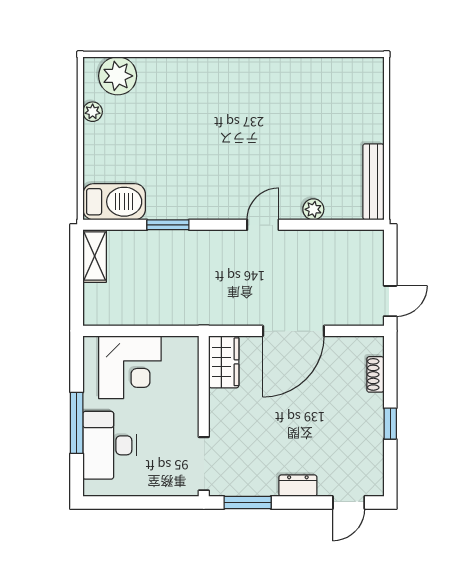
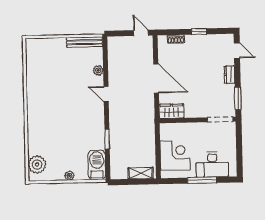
plant: (93, 112) -> (69, 176), moved
shelving: (95, 256) -> (141, 173), moved

